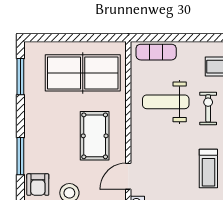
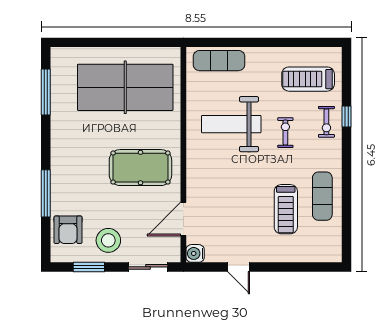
exercise bike: (208, 108) -> (285, 133), width x0.73, depth x0.72
pool table: (95, 136) -> (140, 168), turned 90

